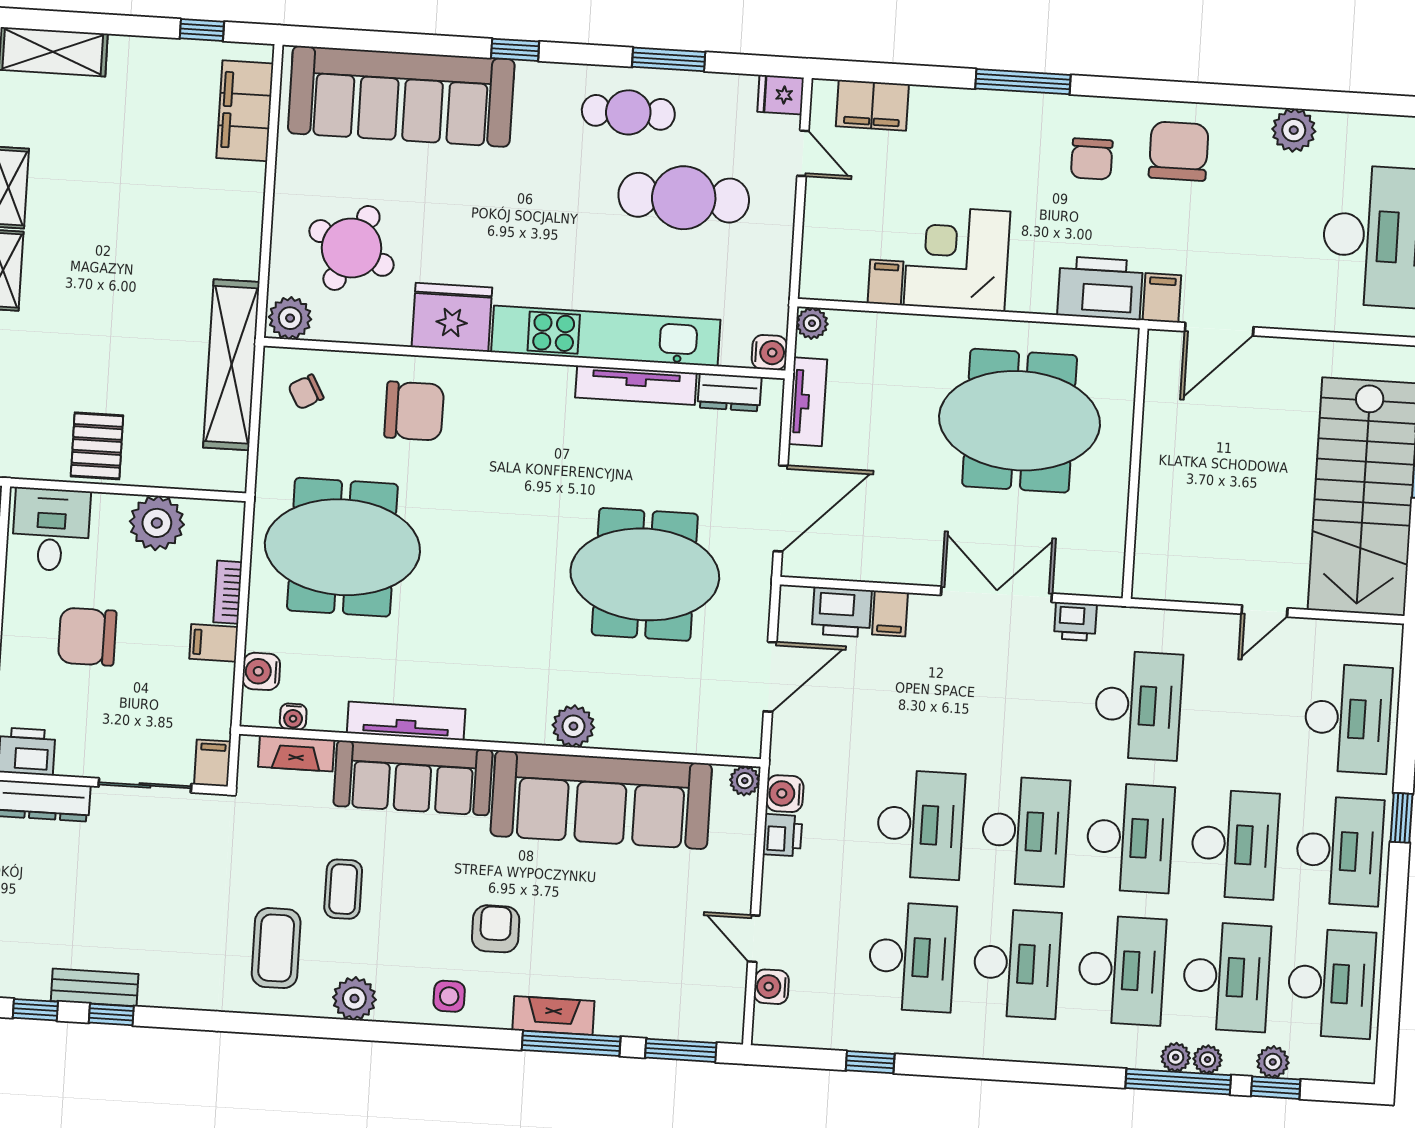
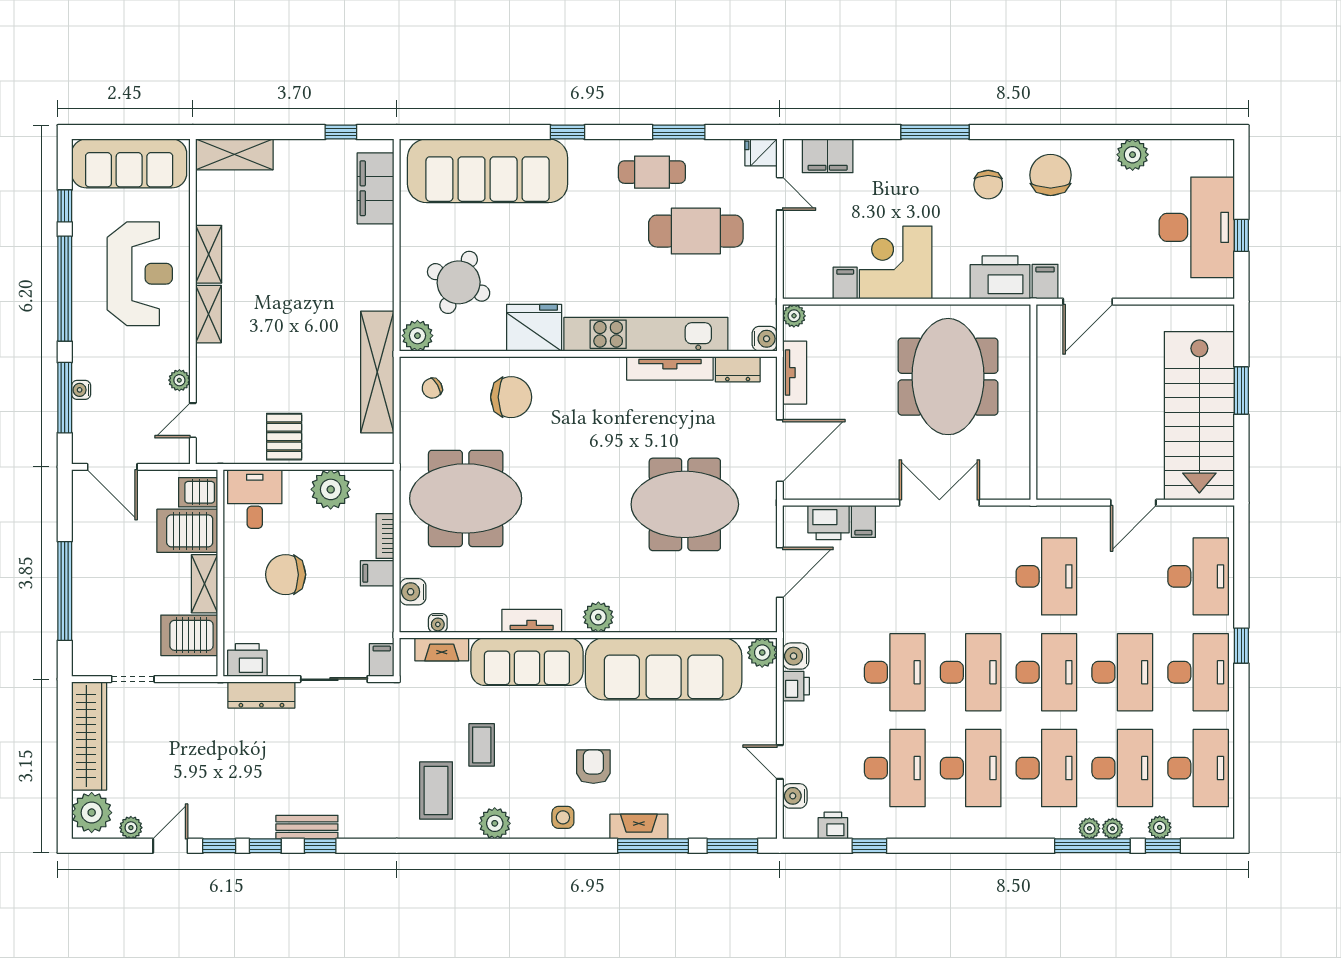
meeting table: (1020, 421) -> (948, 377), turned 90
door: (1264, 611) -> (1133, 503), width x1.38
printer: (1075, 622) -> (833, 826), moved, turned 180
tv unit: (406, 721) -> (532, 621), width x0.71
plant: (573, 726) -> (598, 617), moved
plant: (745, 781) -> (762, 653), width x1.38, depth x1.38

